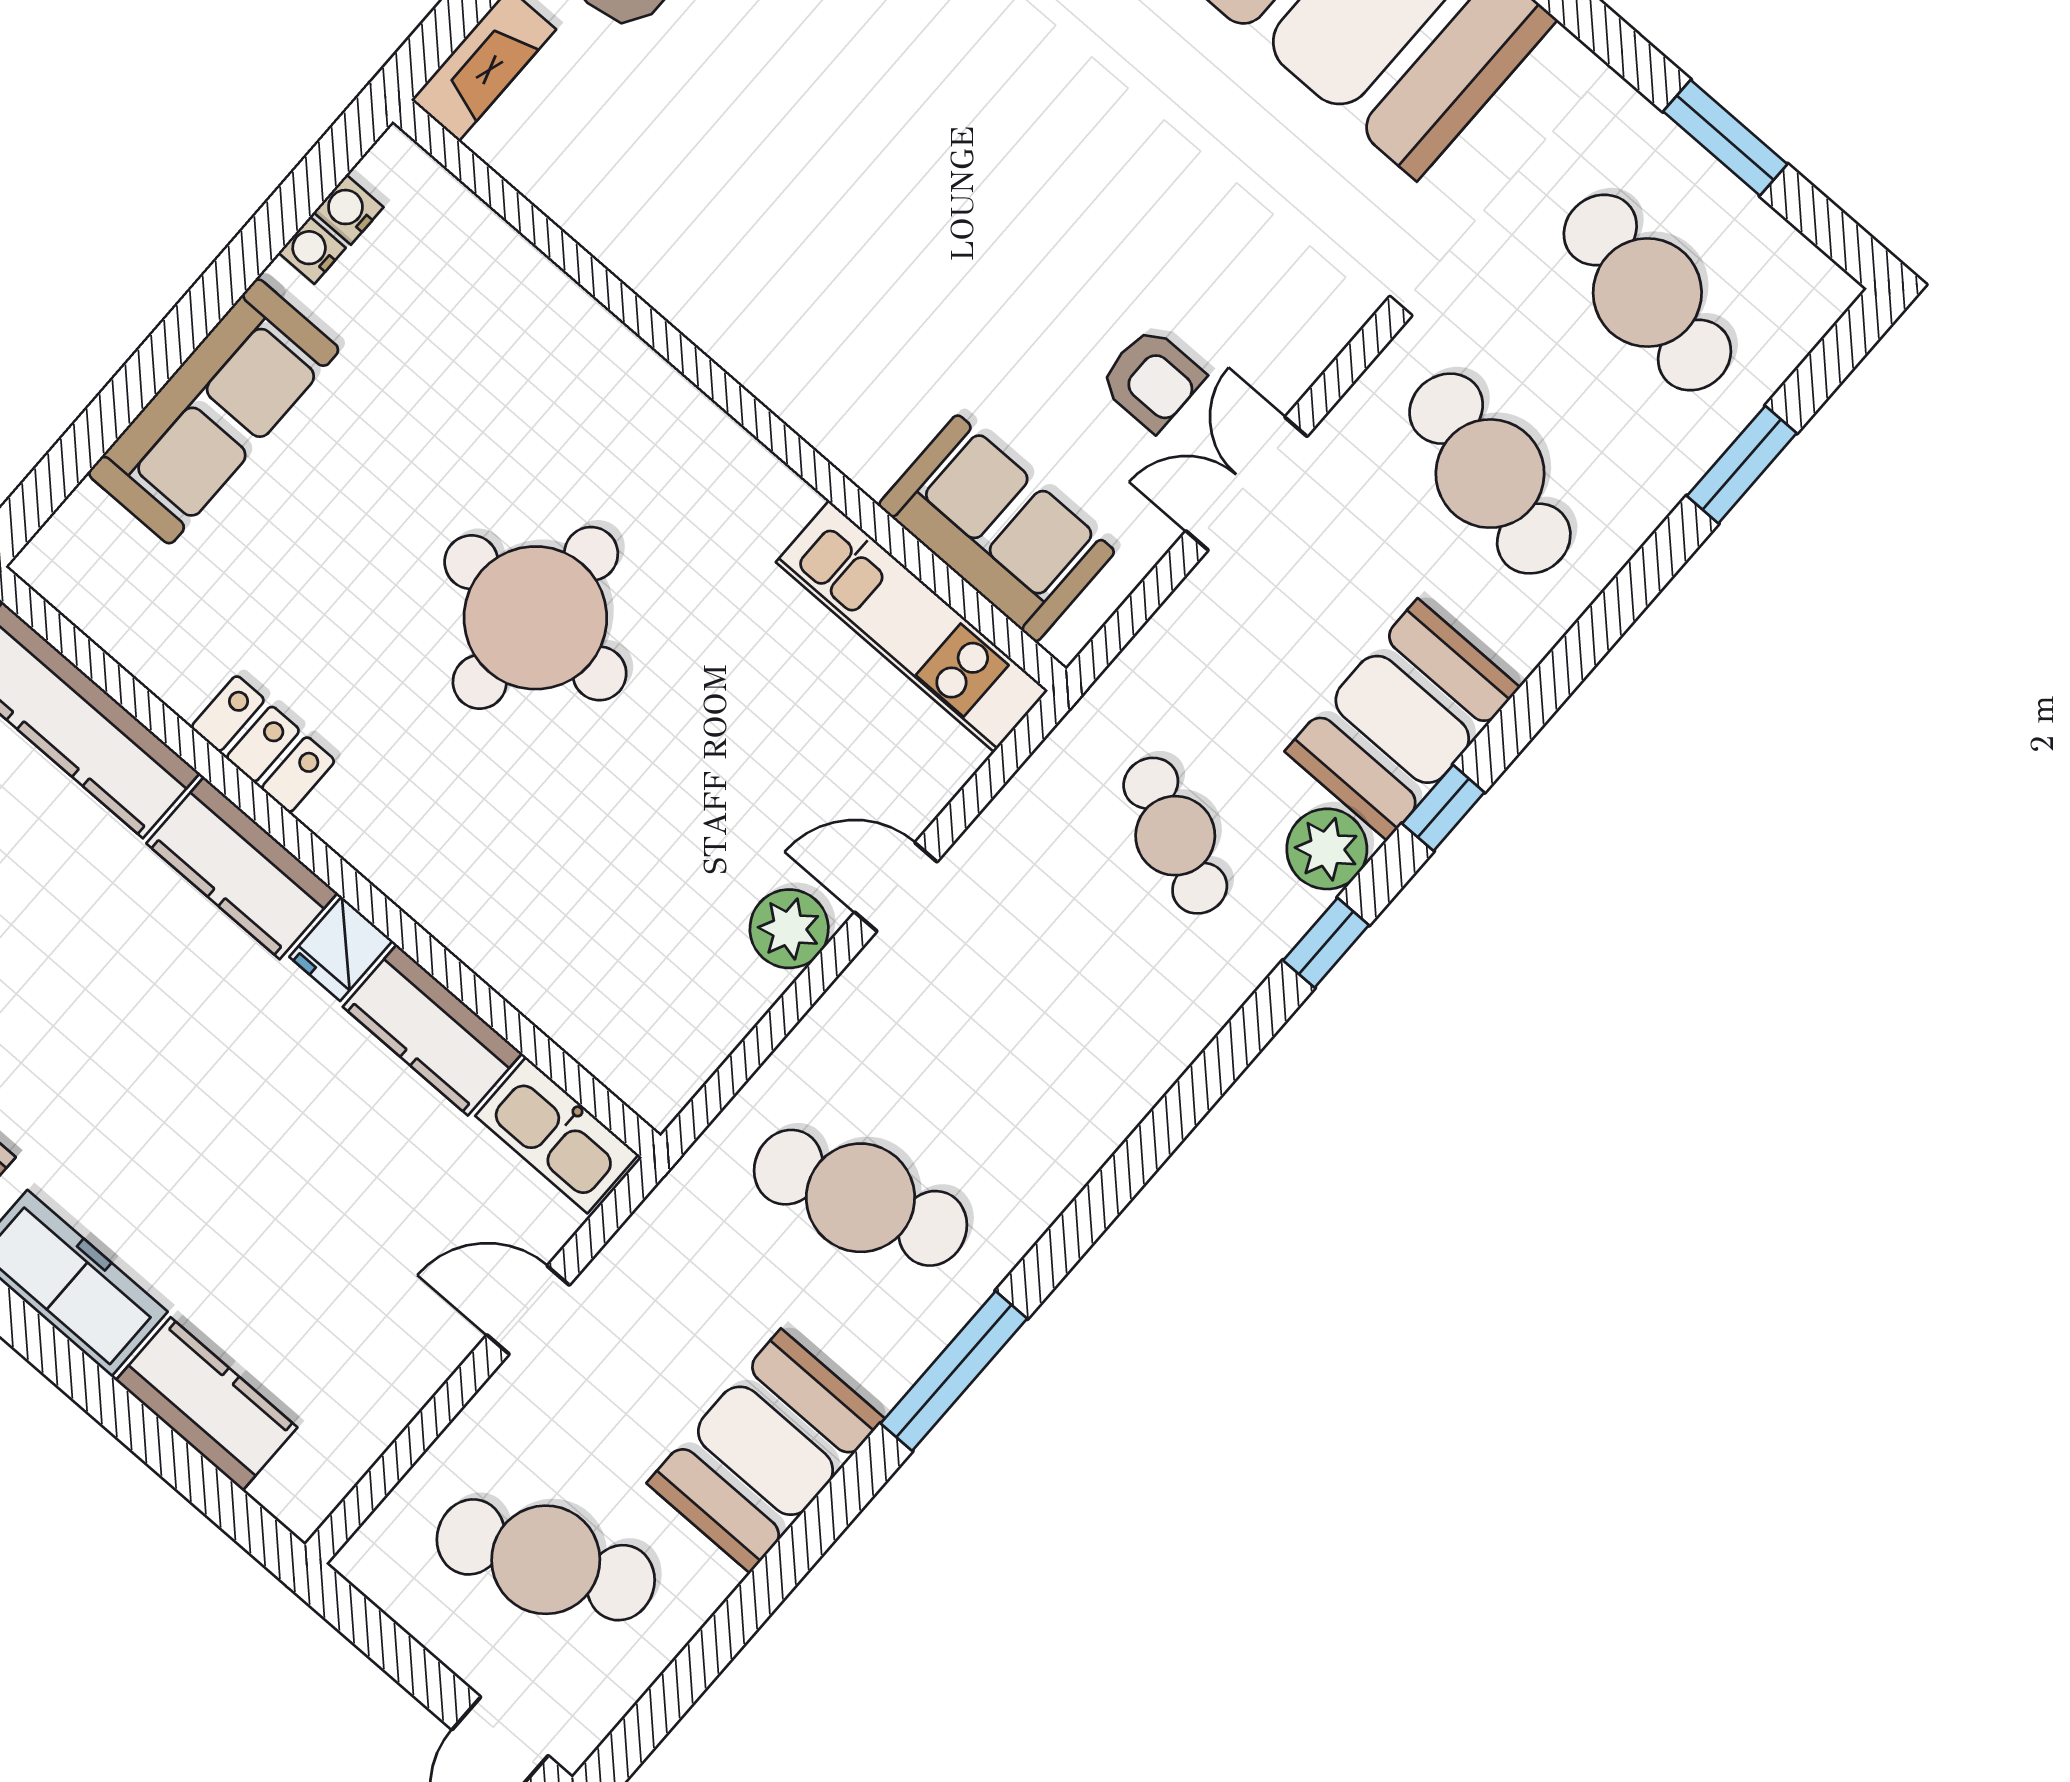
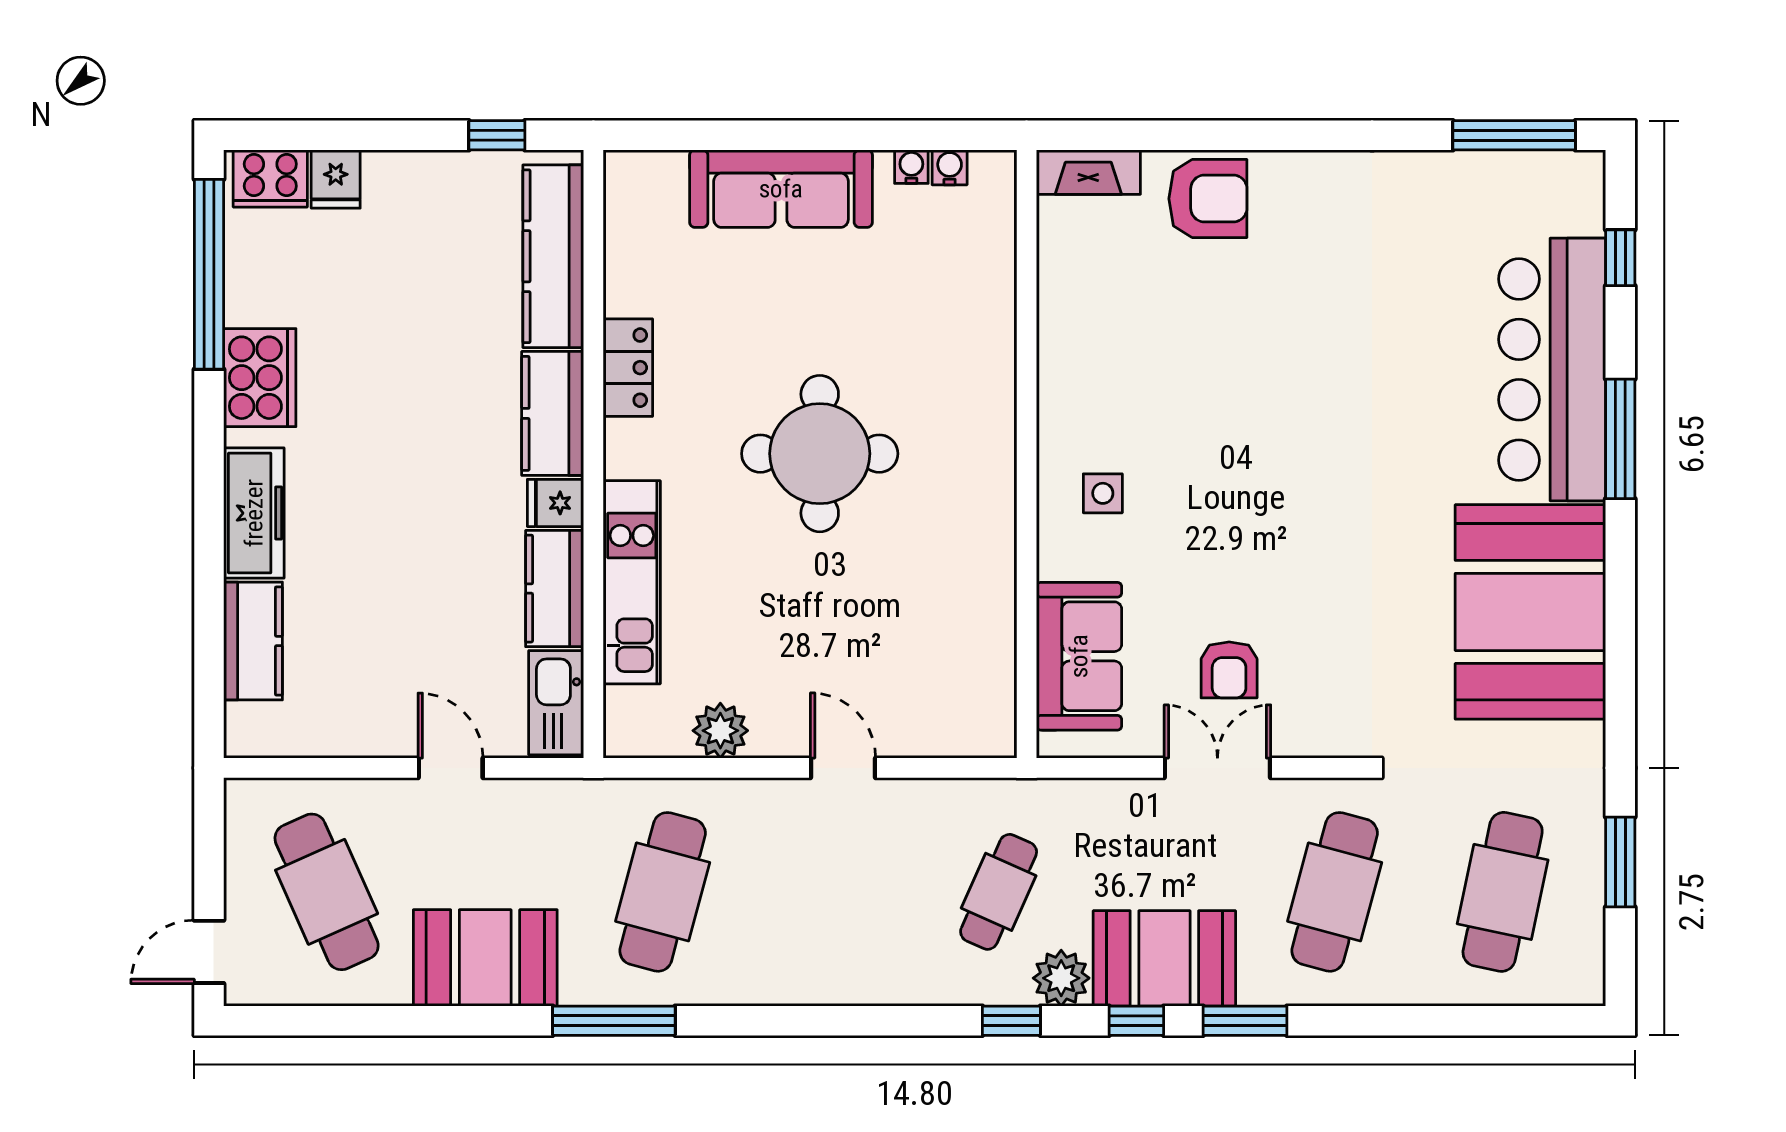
side table: (843, 350) -> (1103, 493), added
window: (1742, 465) -> (1245, 1021), moved
kitchen unit: (912, 626) -> (632, 582), moved, turned 180
plant: (789, 929) -> (720, 731), moved
cafe table: (860, 1198) -> (663, 892), turned 33

